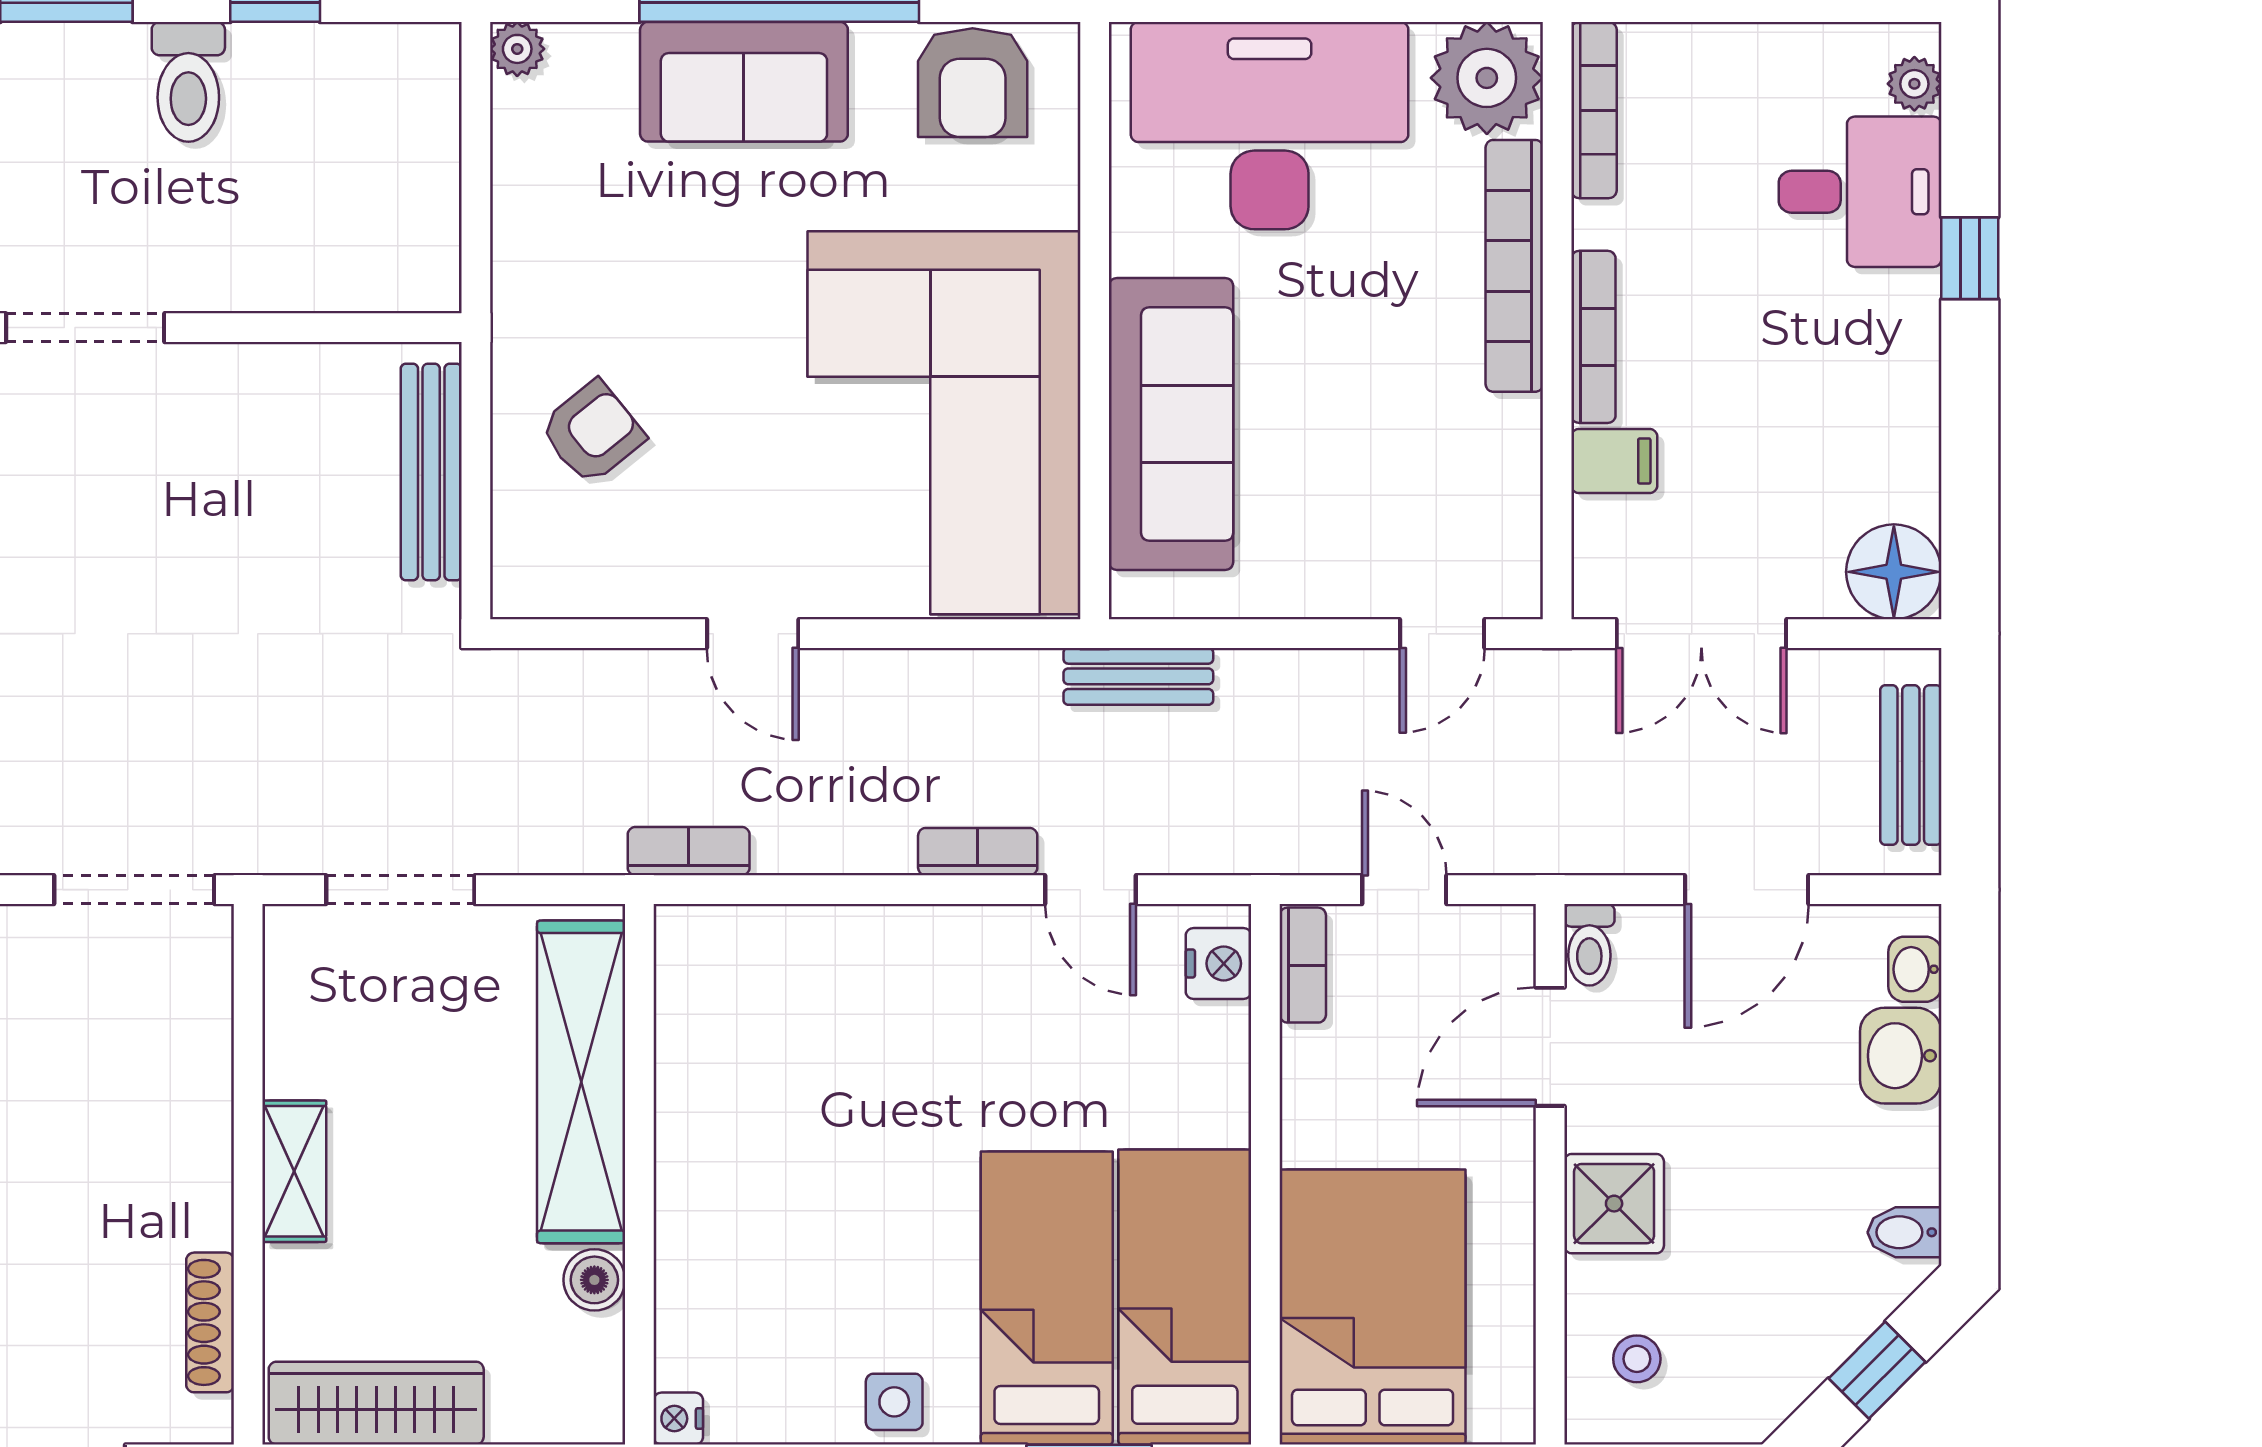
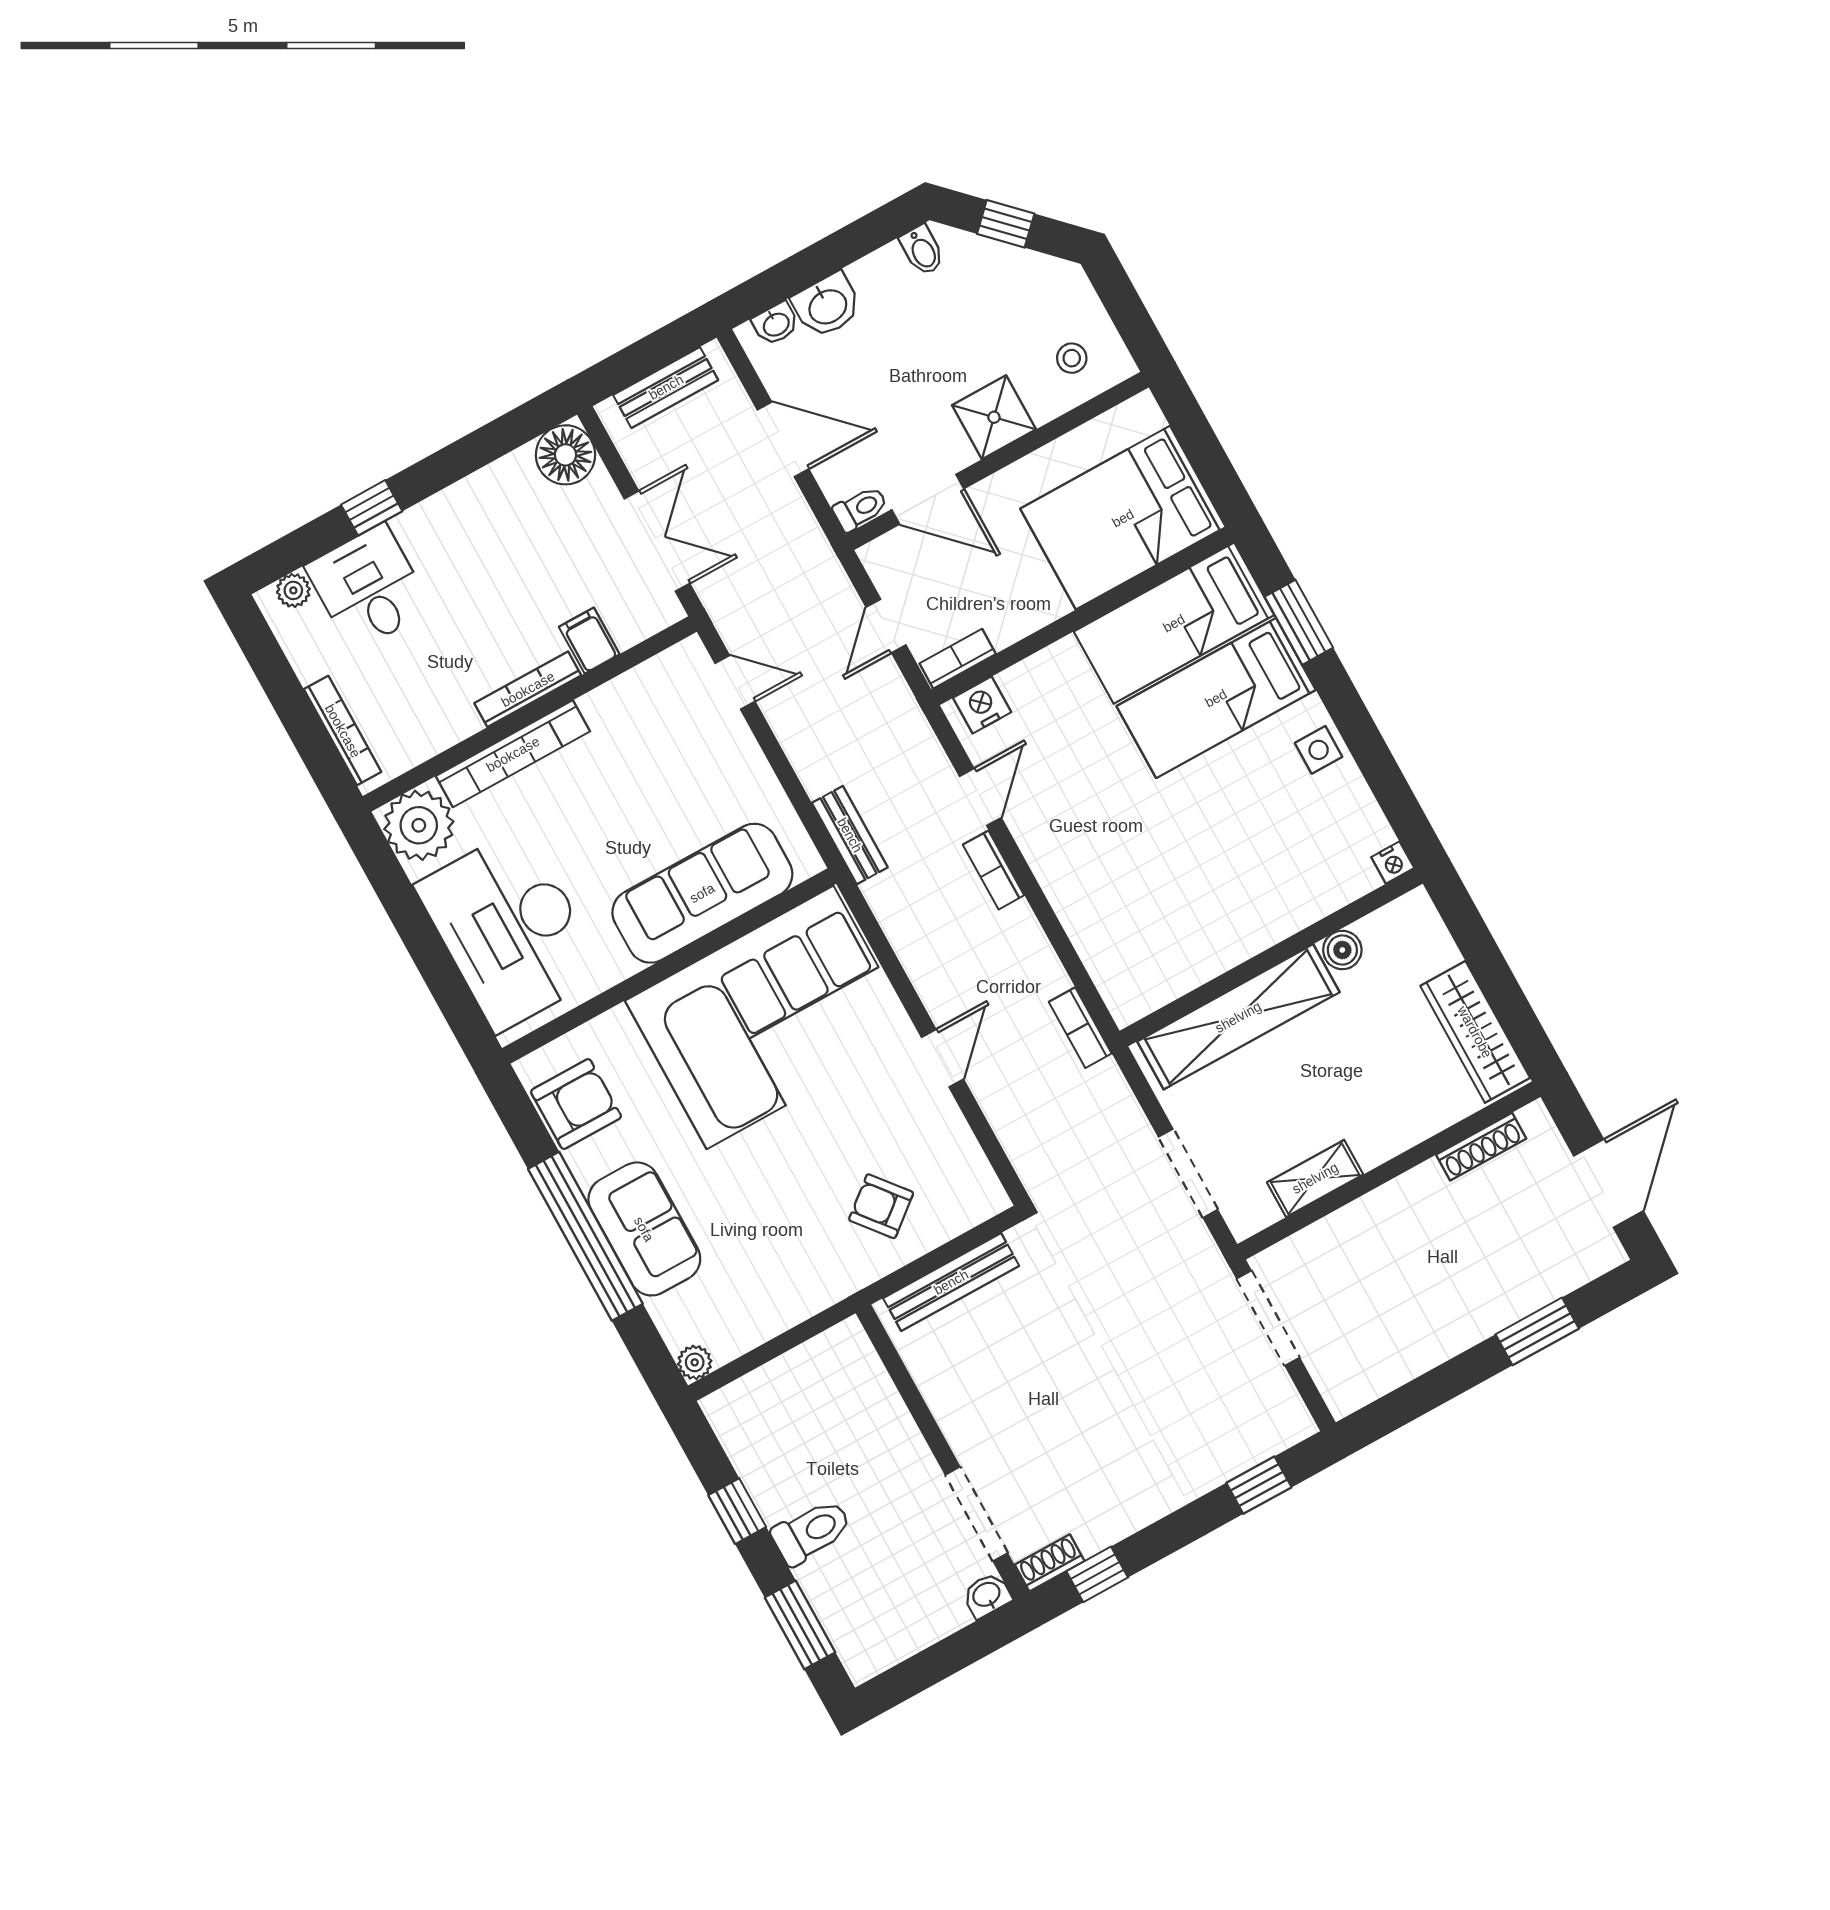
bookcase: (1594, 110) -> (343, 731), moved, turned 90
shelving: (294, 1171) -> (1315, 1178), moved

